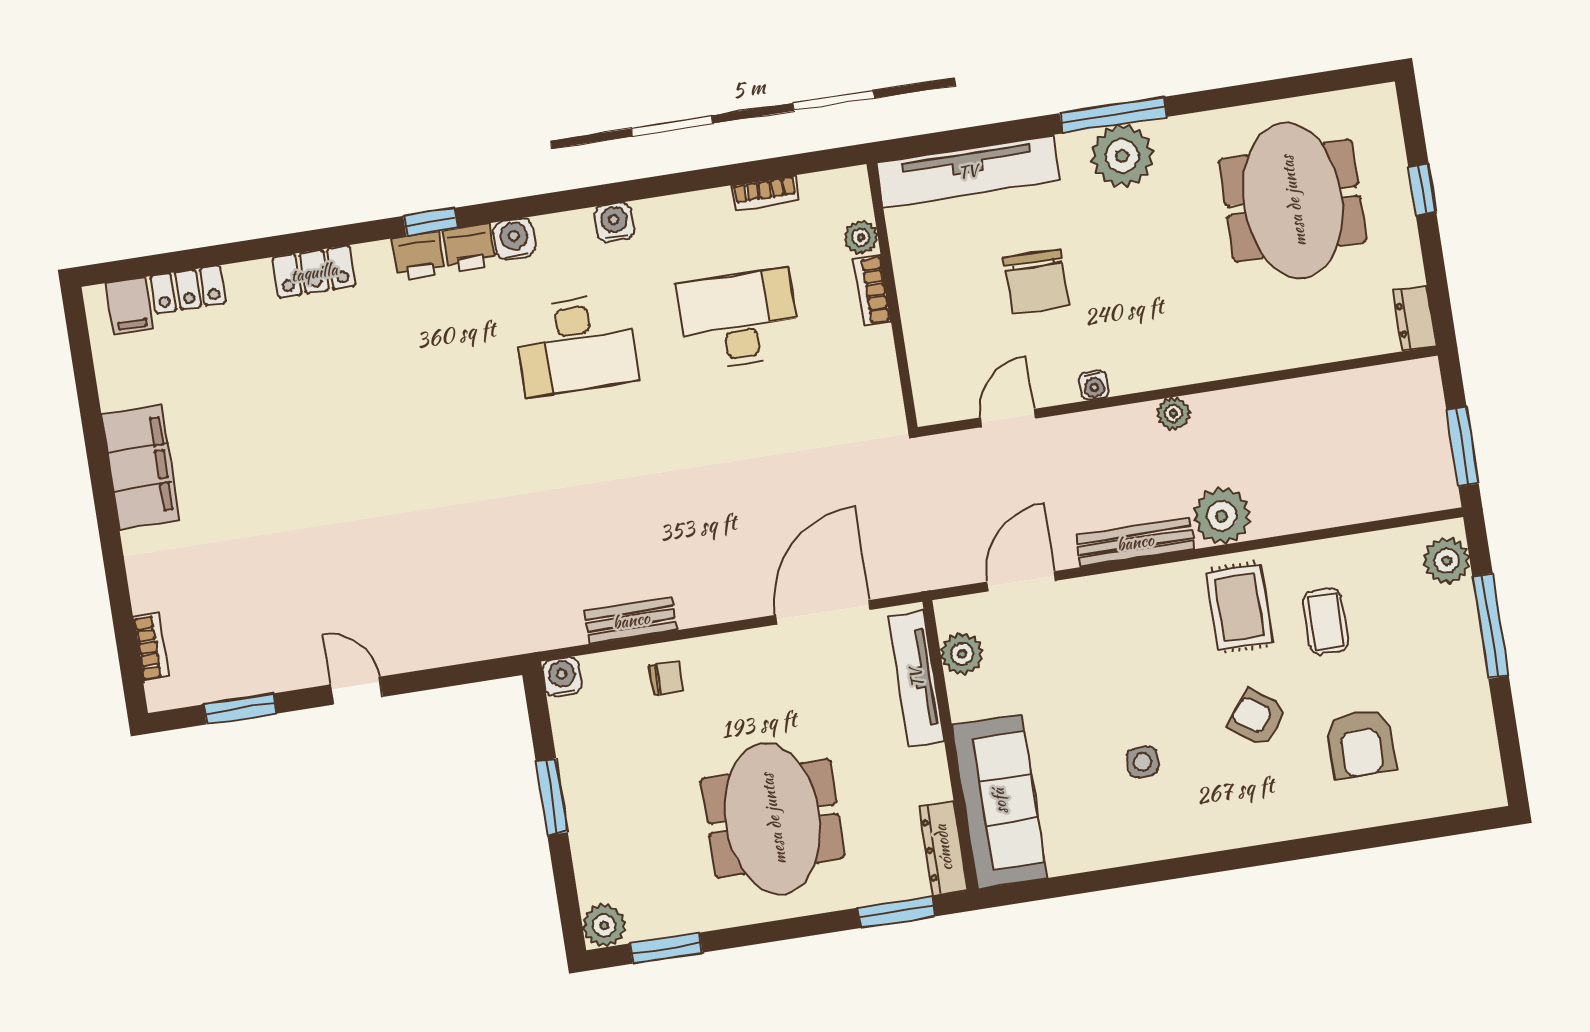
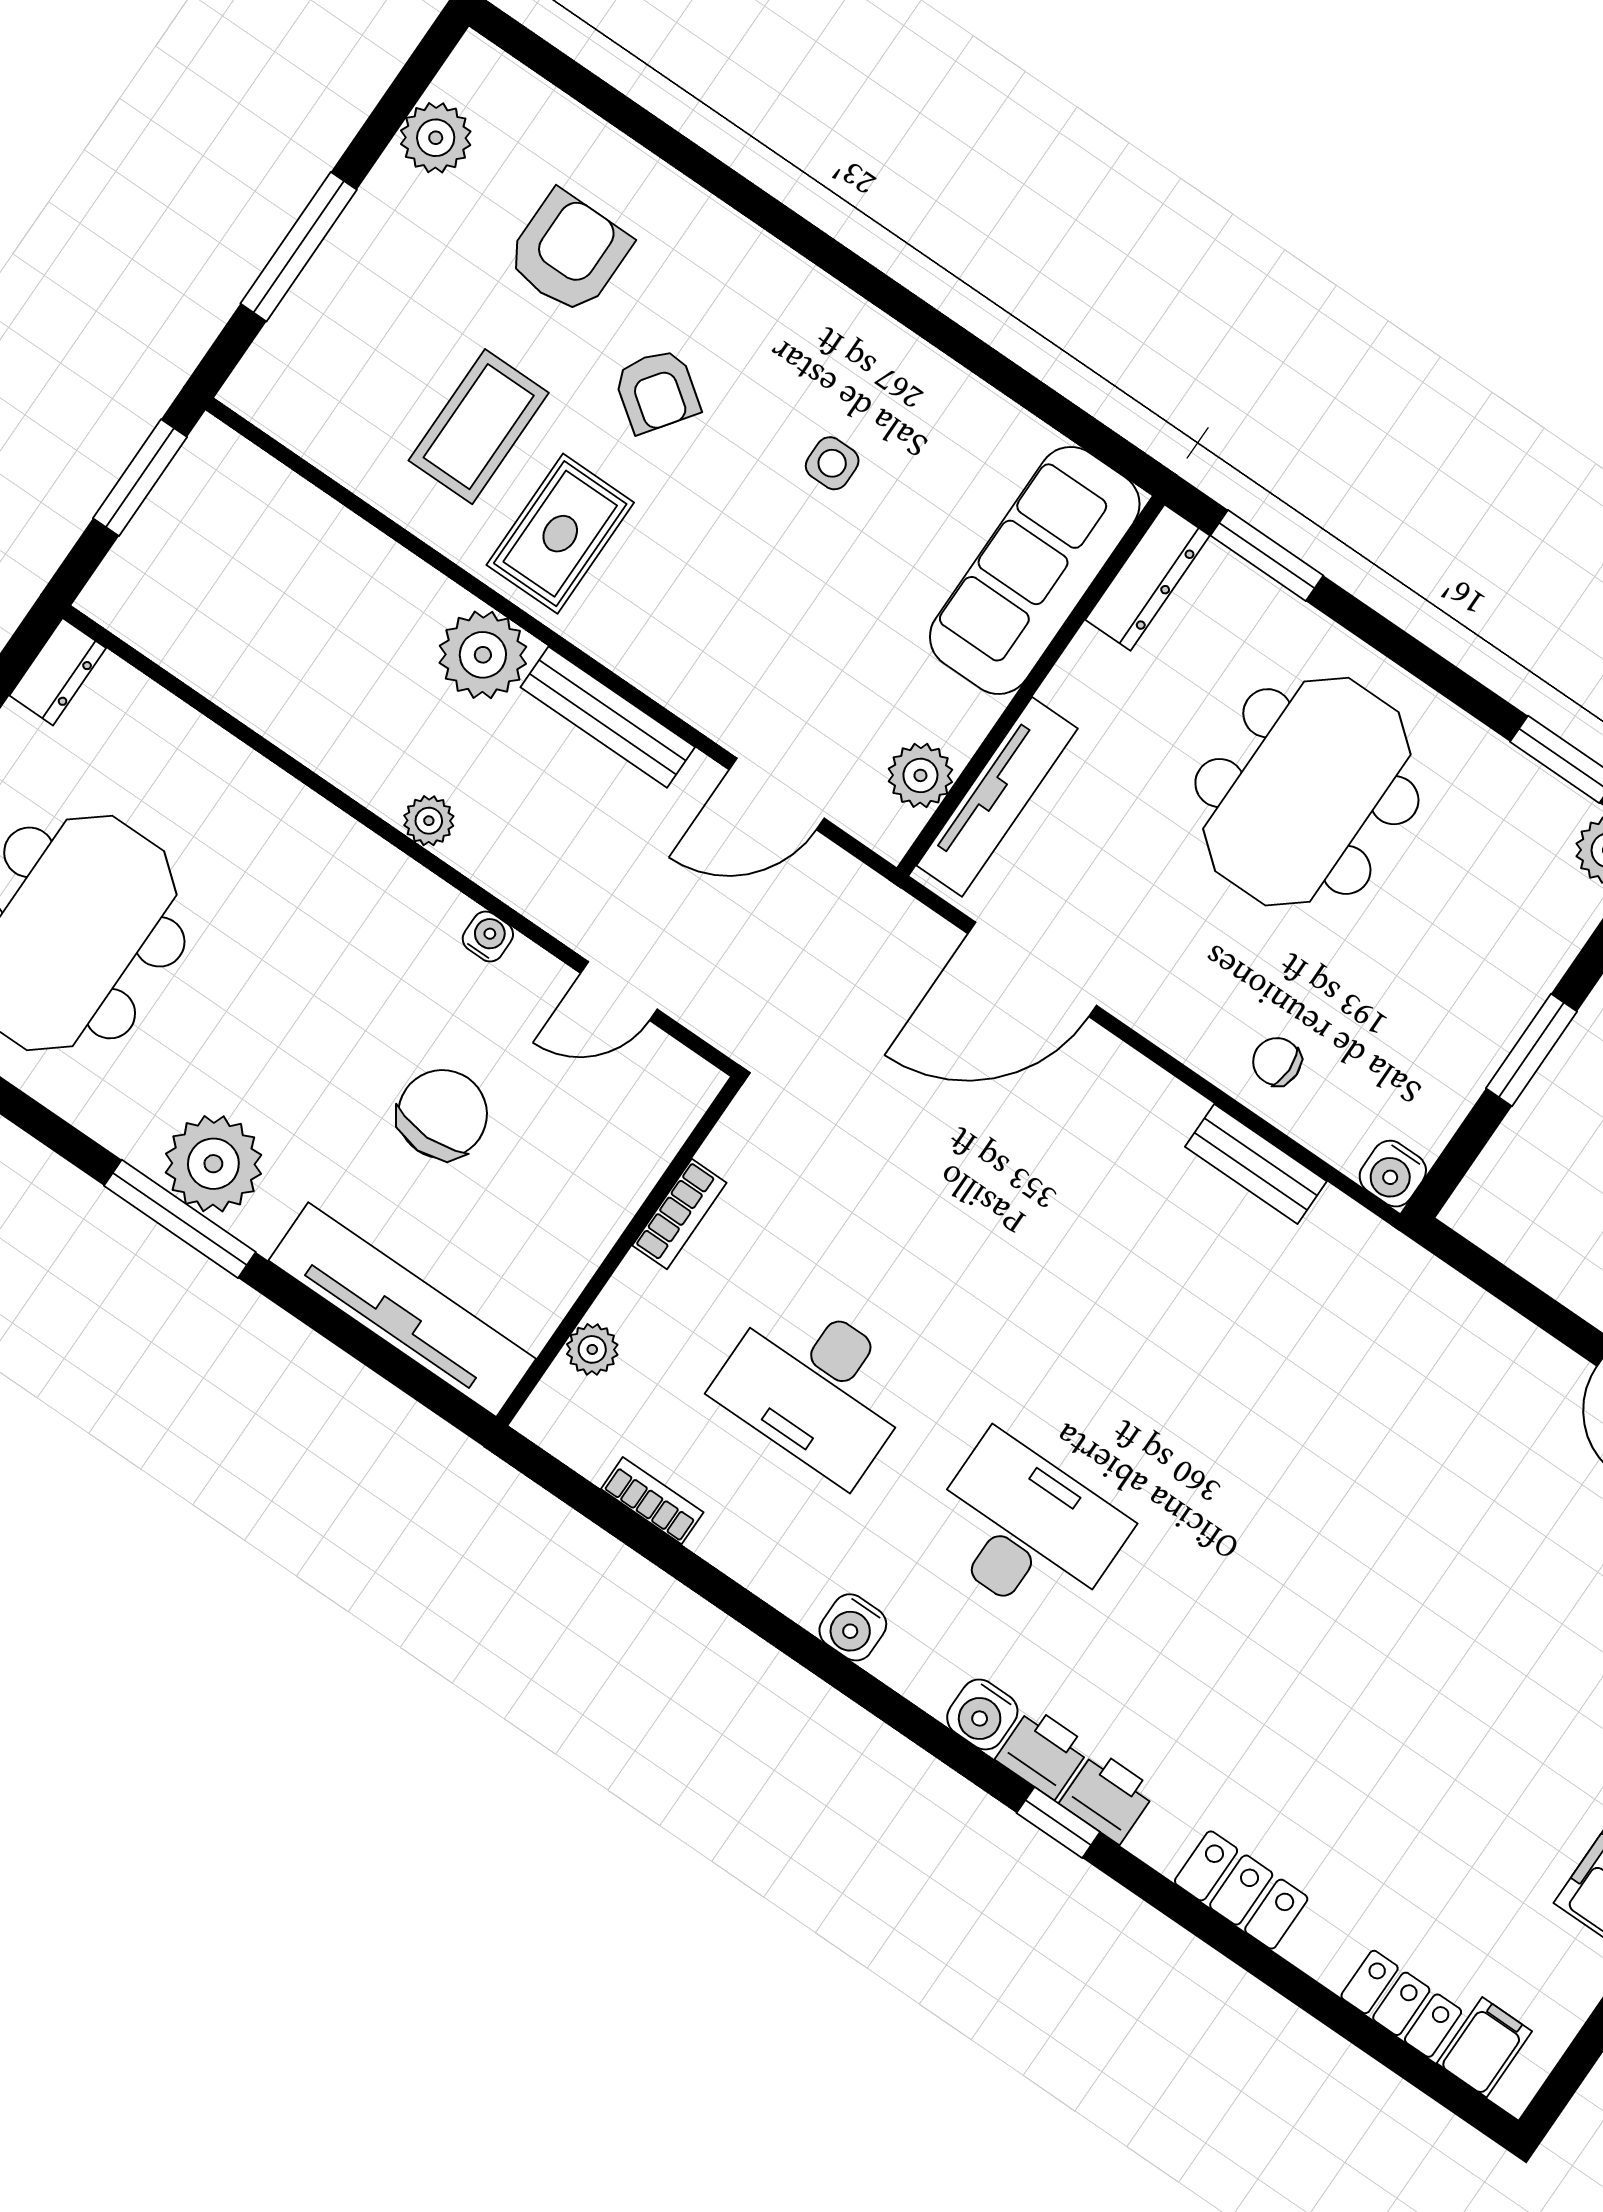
bookcase: (872, 290) -> (679, 1214), moved
plant: (1447, 561) -> (436, 138), moved
coffee table: (1326, 621) -> (479, 427), width x1.36, depth x1.30

